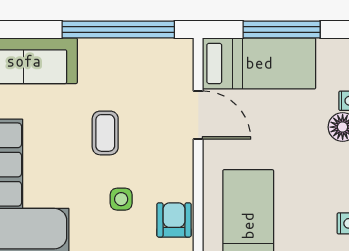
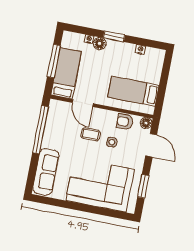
door: (198, 115) -> (83, 103), swing flipped
coffee table: (105, 133) -> (91, 134), moved

